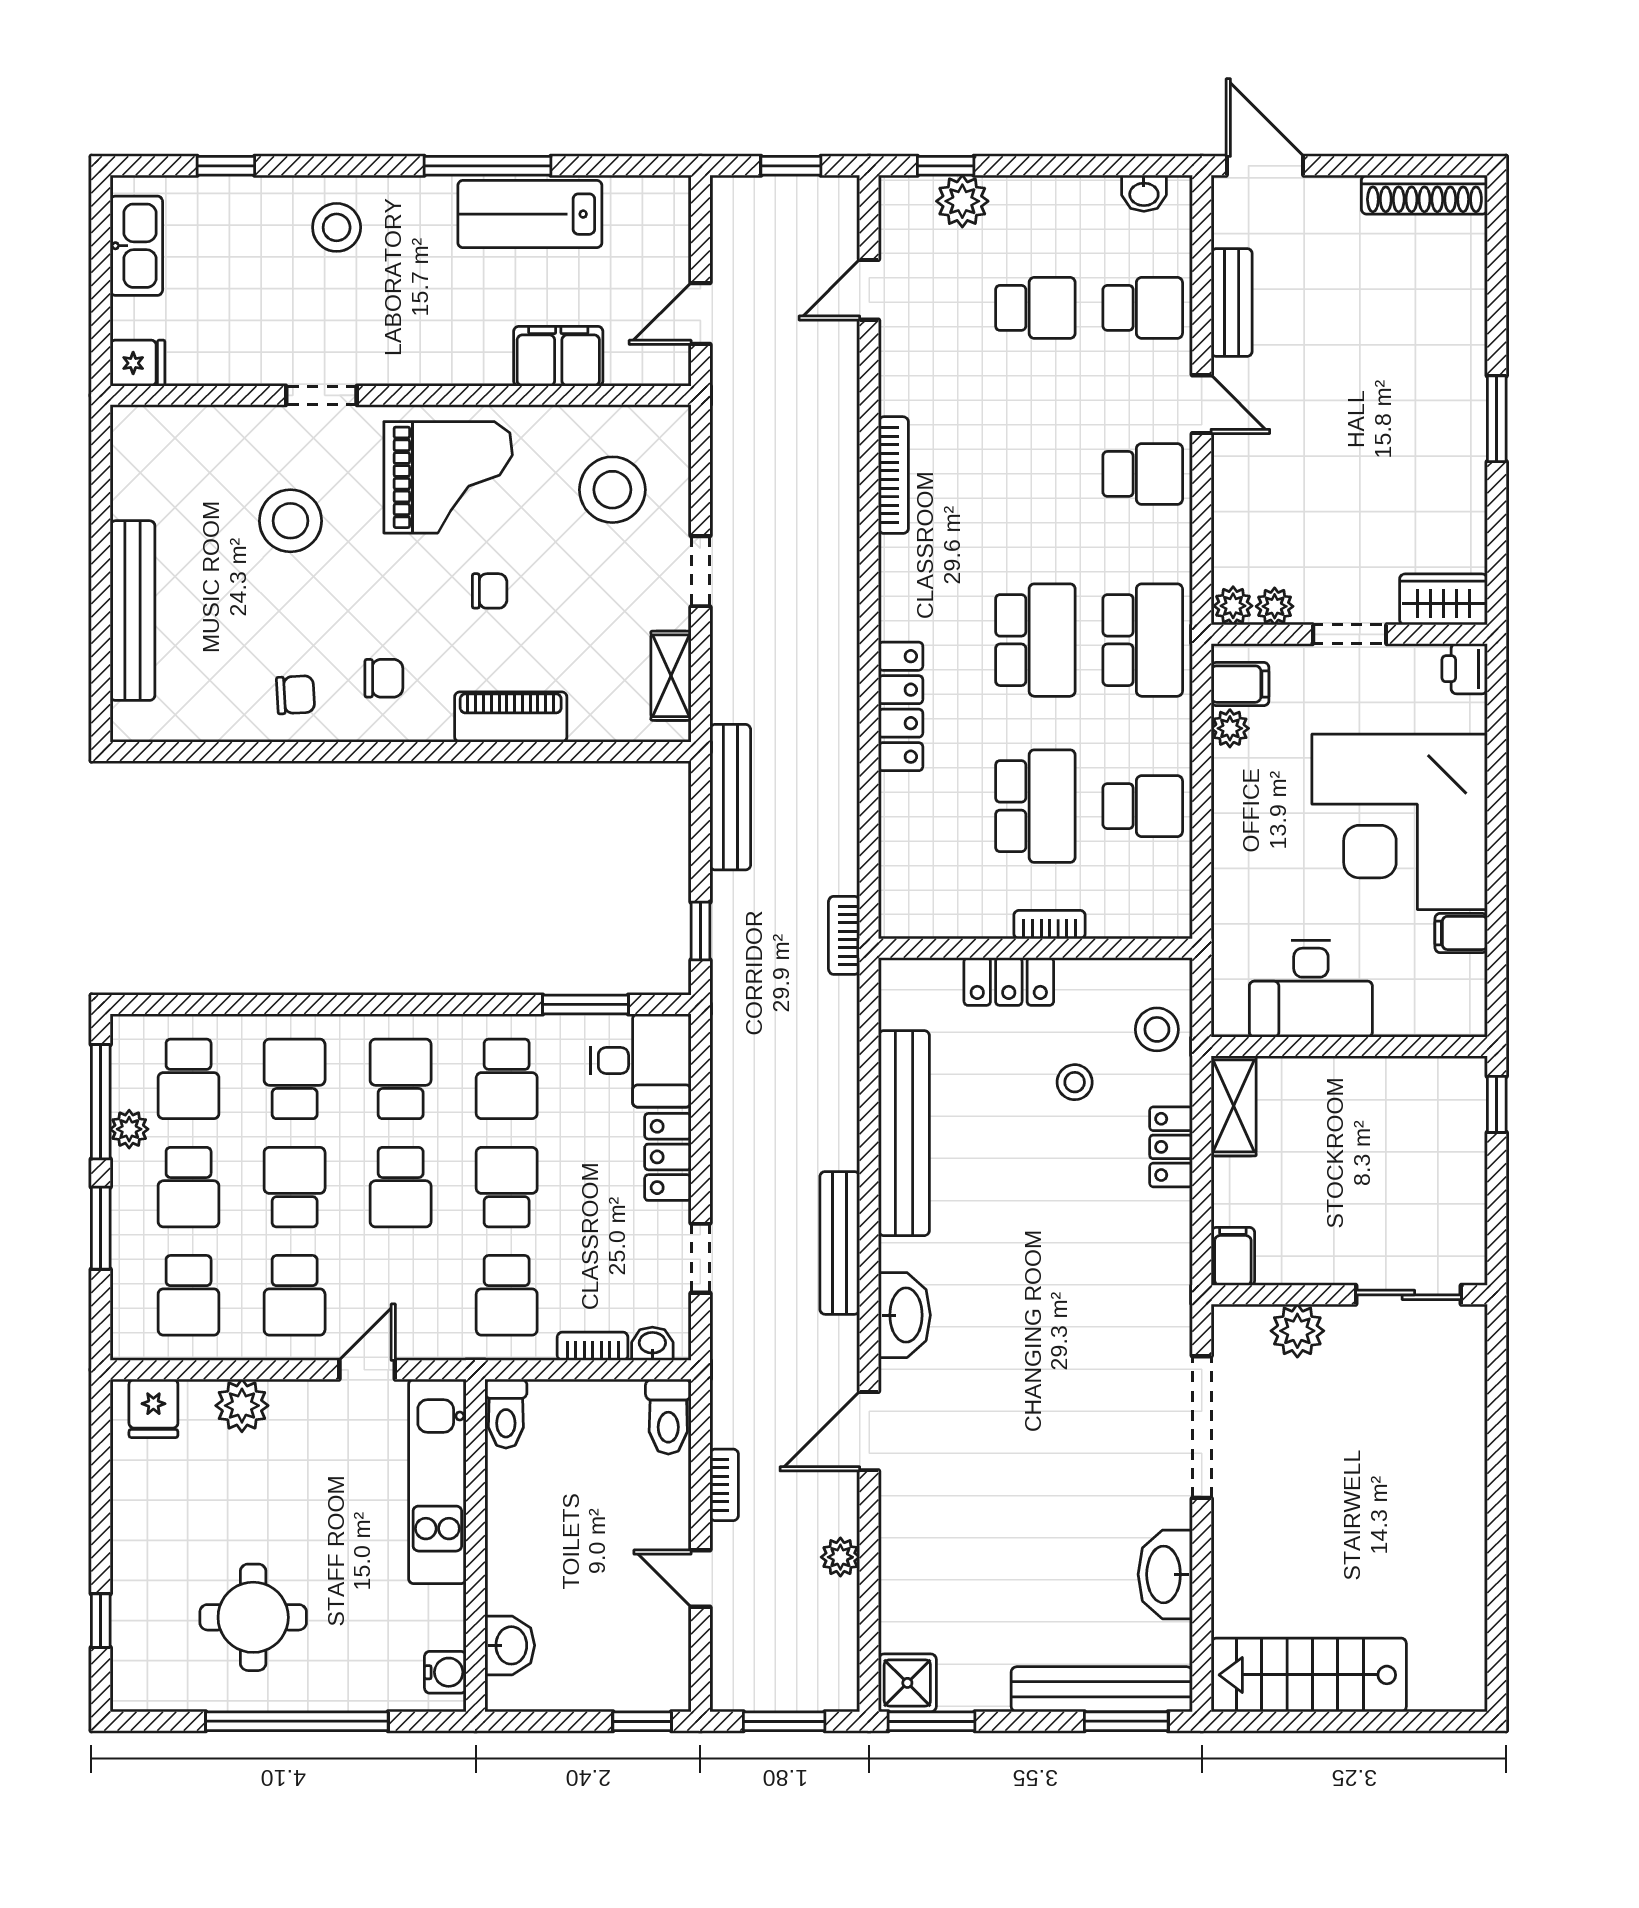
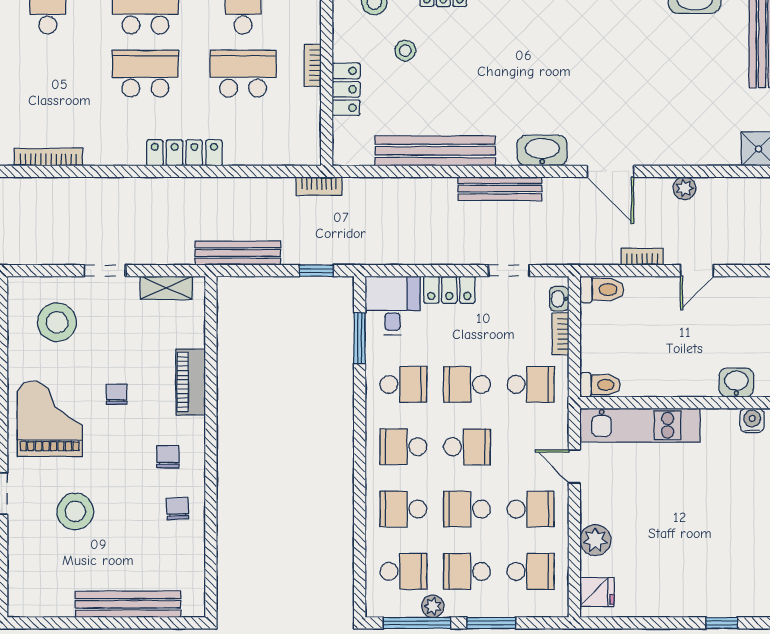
school desk: (189, 1187) -> (467, 571), turned 180
round table: (253, 1617) -> (720, 533), removed

